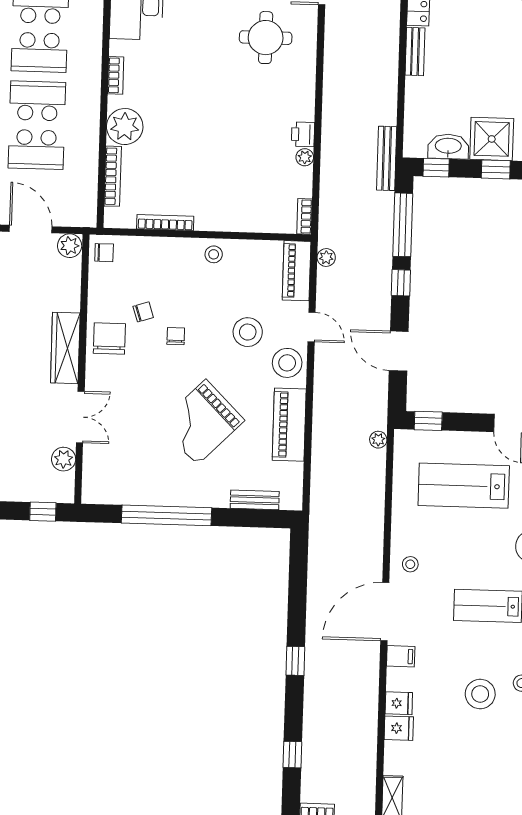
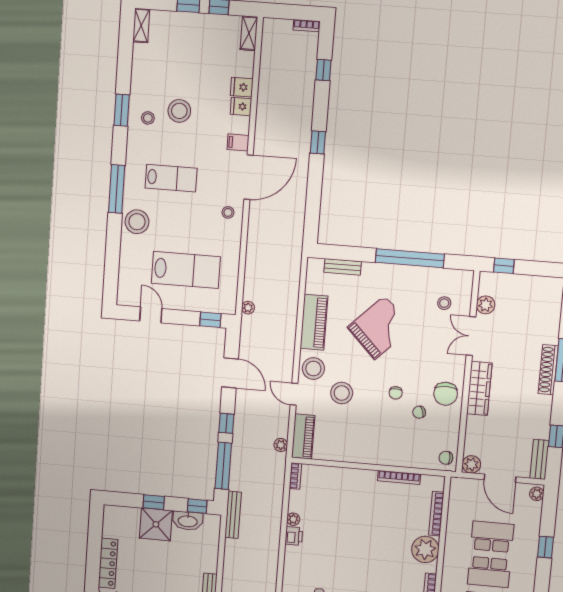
stool: (214, 254) -> (444, 303), moved

